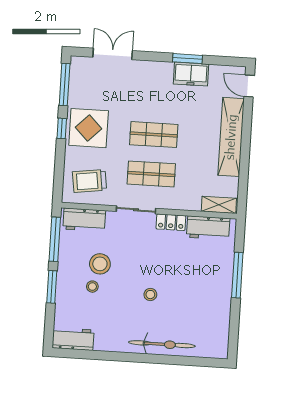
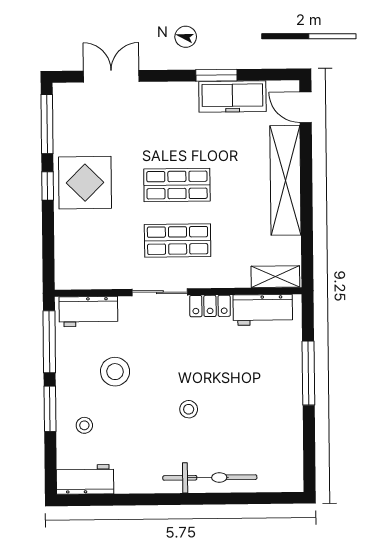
freezer: (191, 74) -> (232, 96), width x1.40
trolley: (89, 181) -> (92, 257), removed
stool: (92, 287) -> (84, 425), moved

